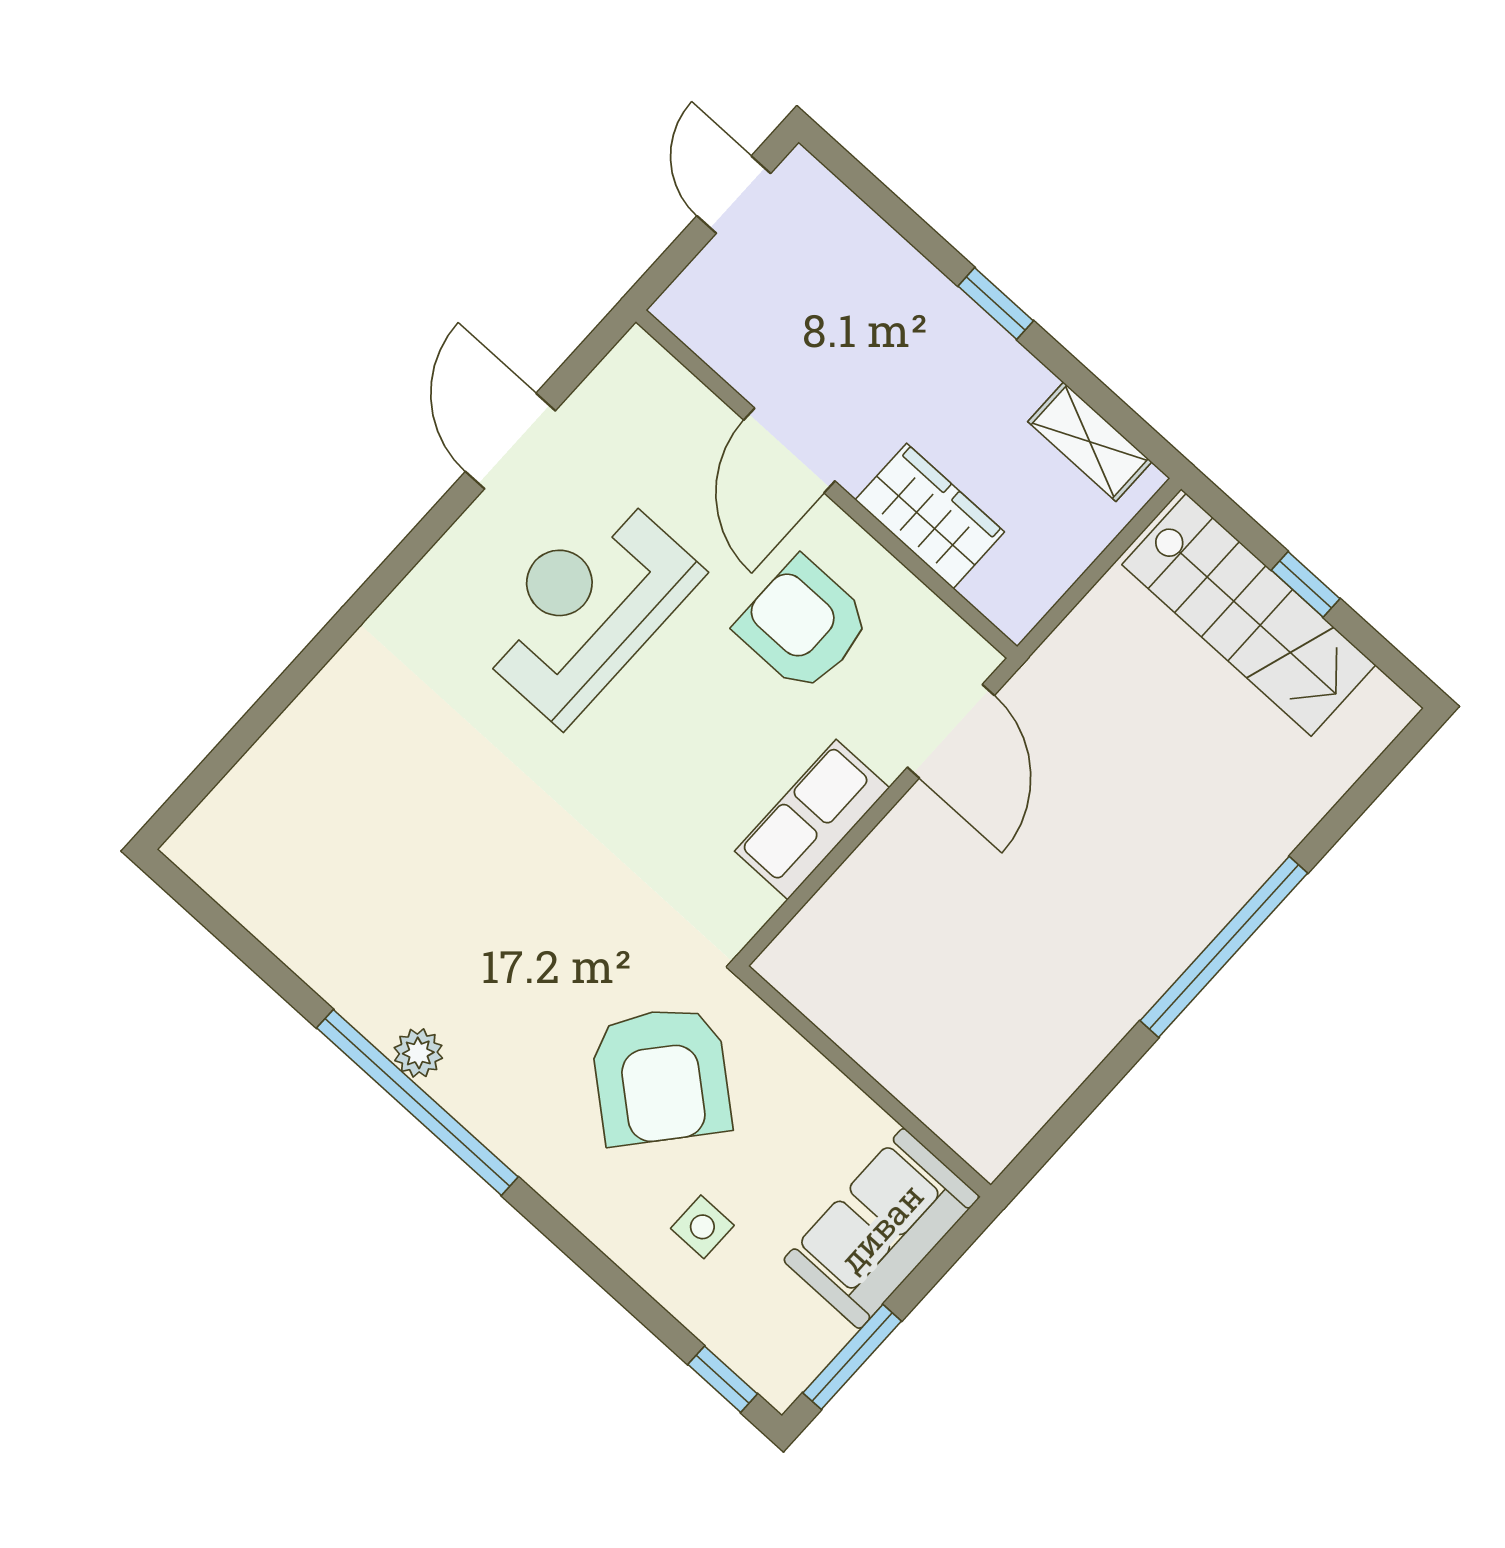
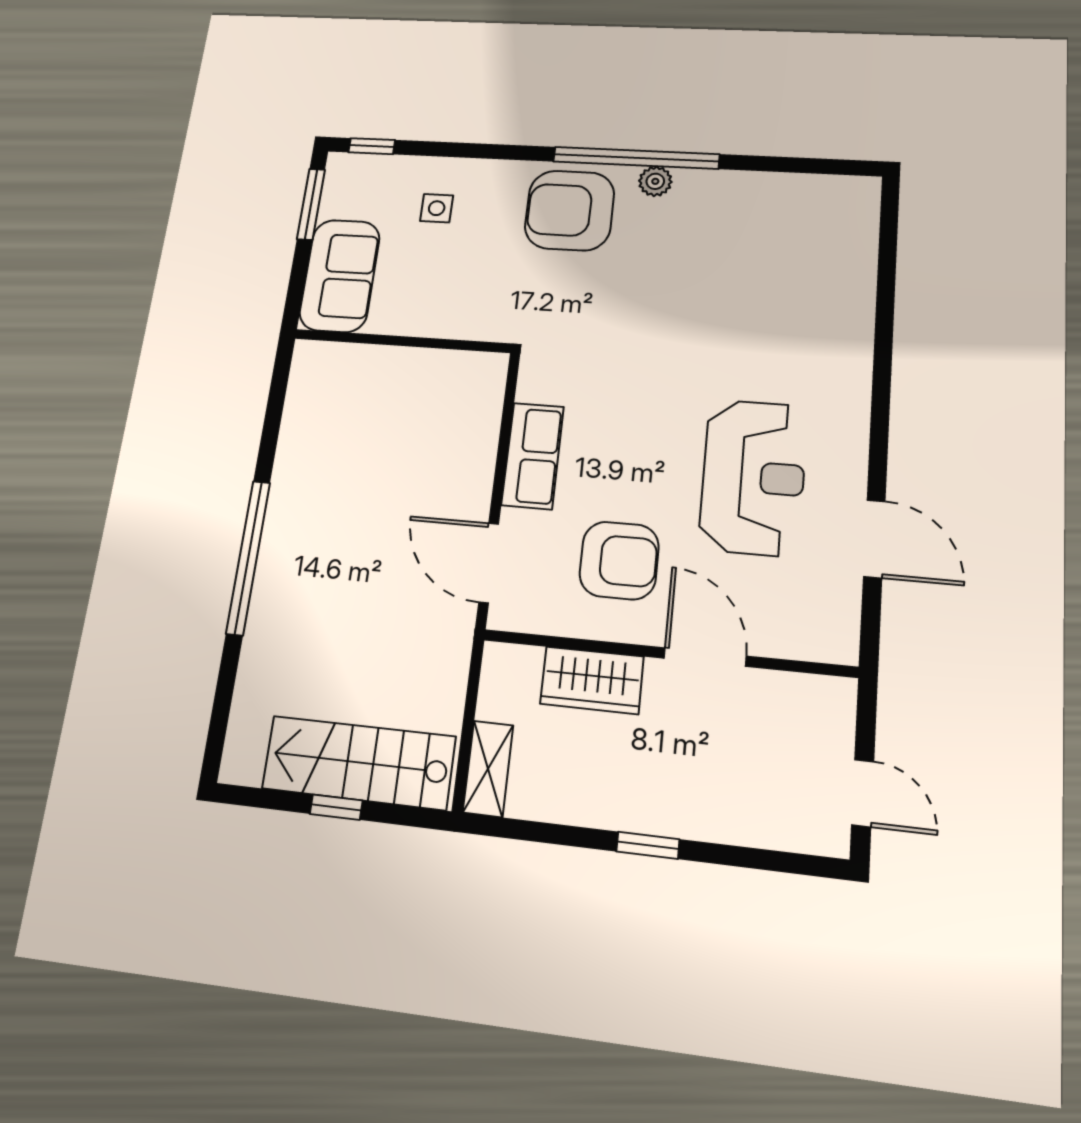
shelving: (1090, 442) -> (488, 769), moved, turned 90
armchair: (661, 1076) -> (570, 210), moved, turned -40

